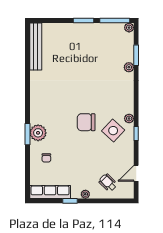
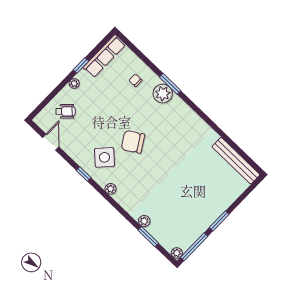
plant: (129, 119) -> (111, 189), moved
chair: (86, 122) -> (133, 142), turned -122

